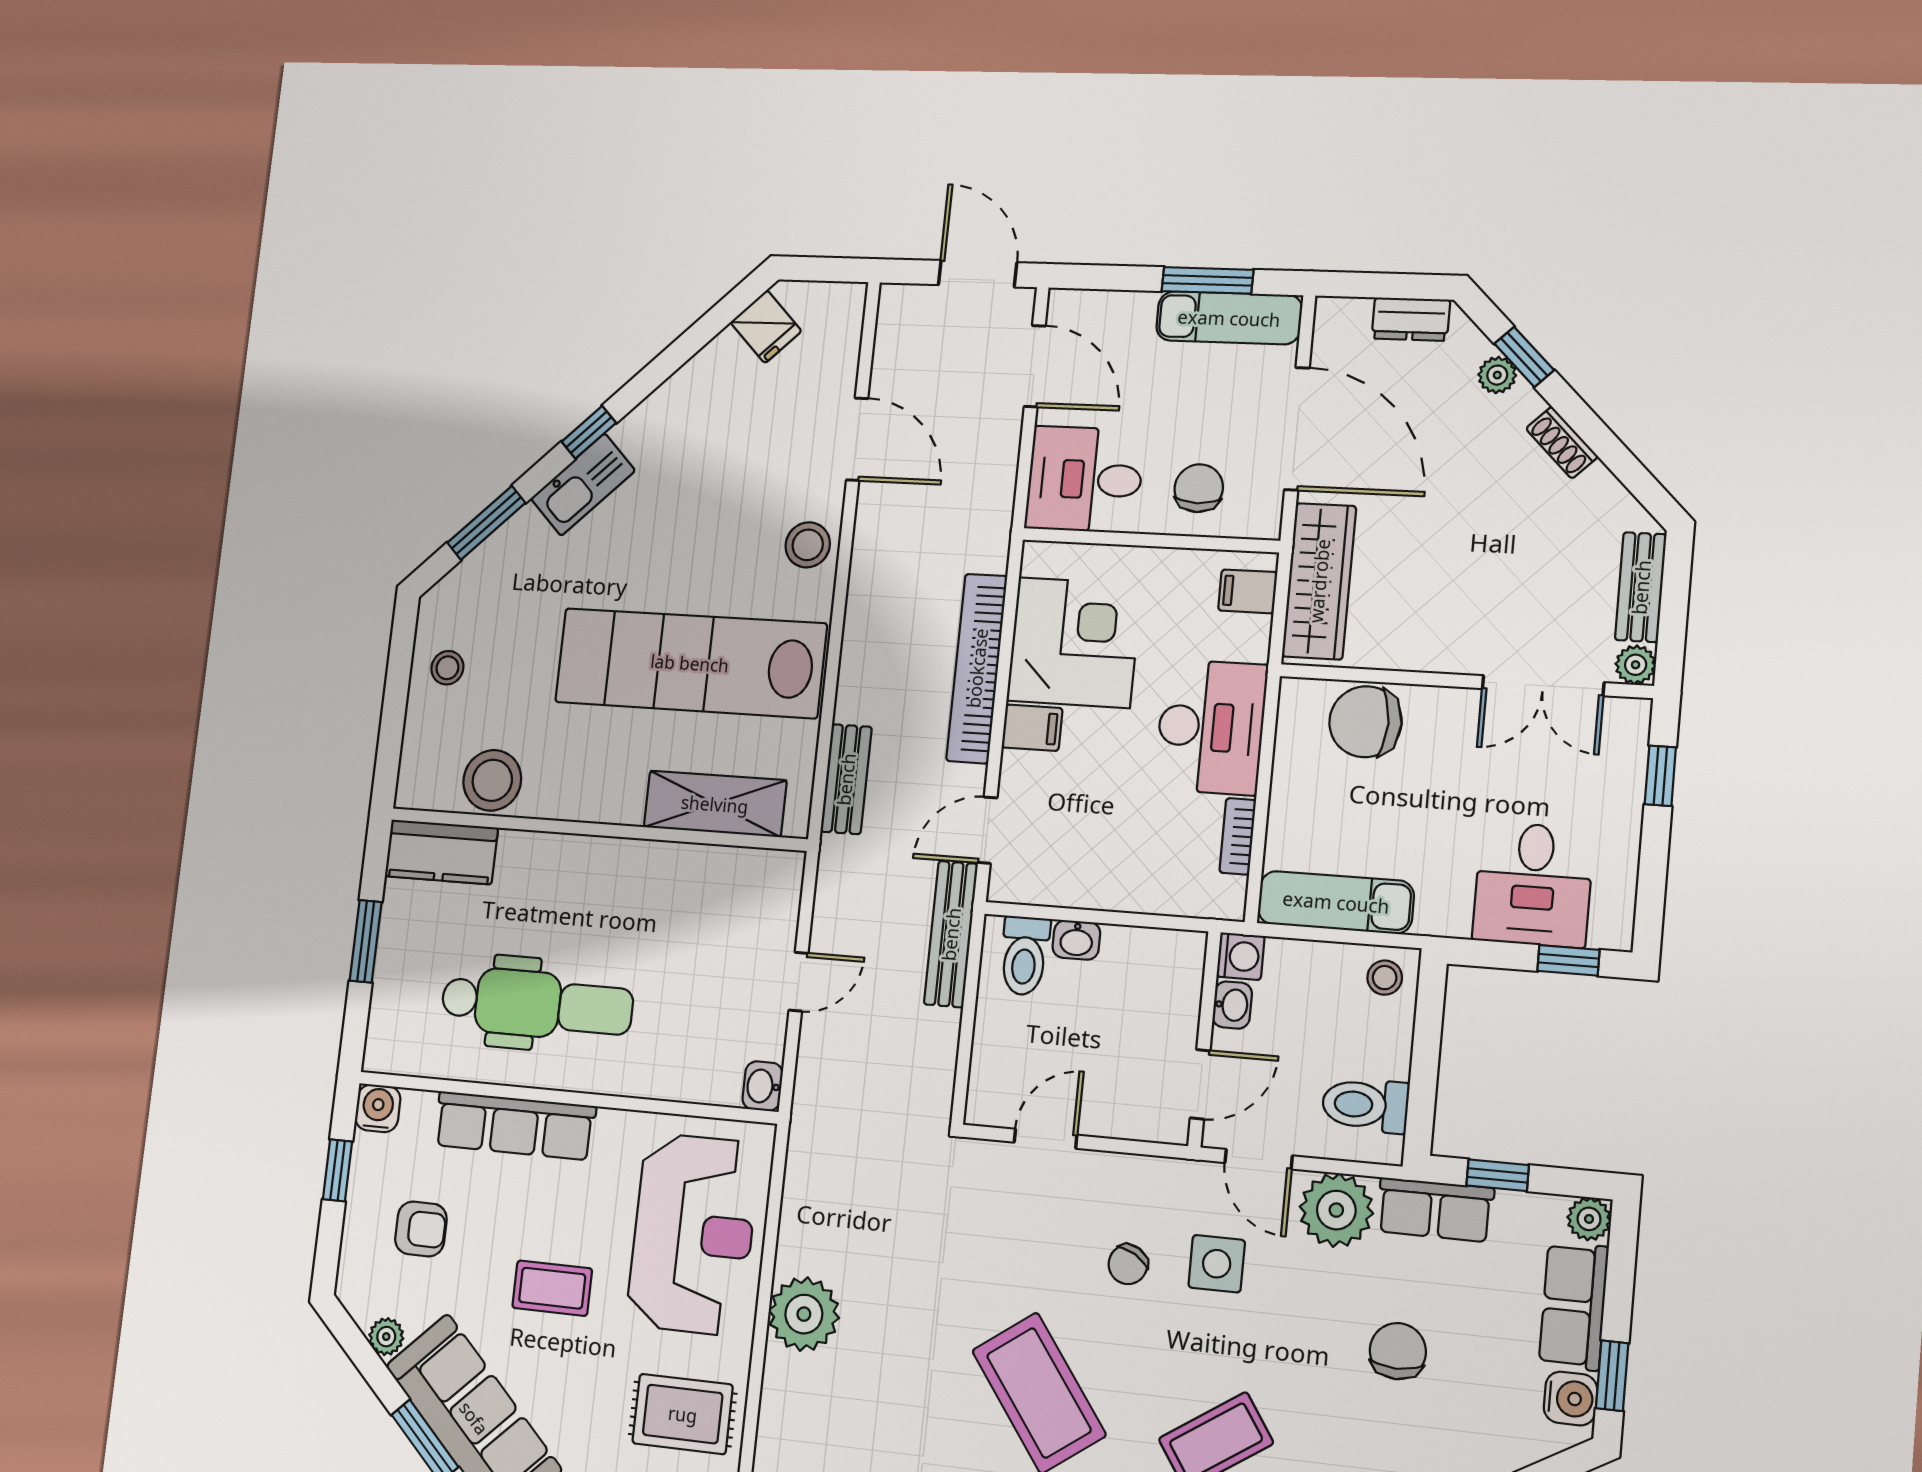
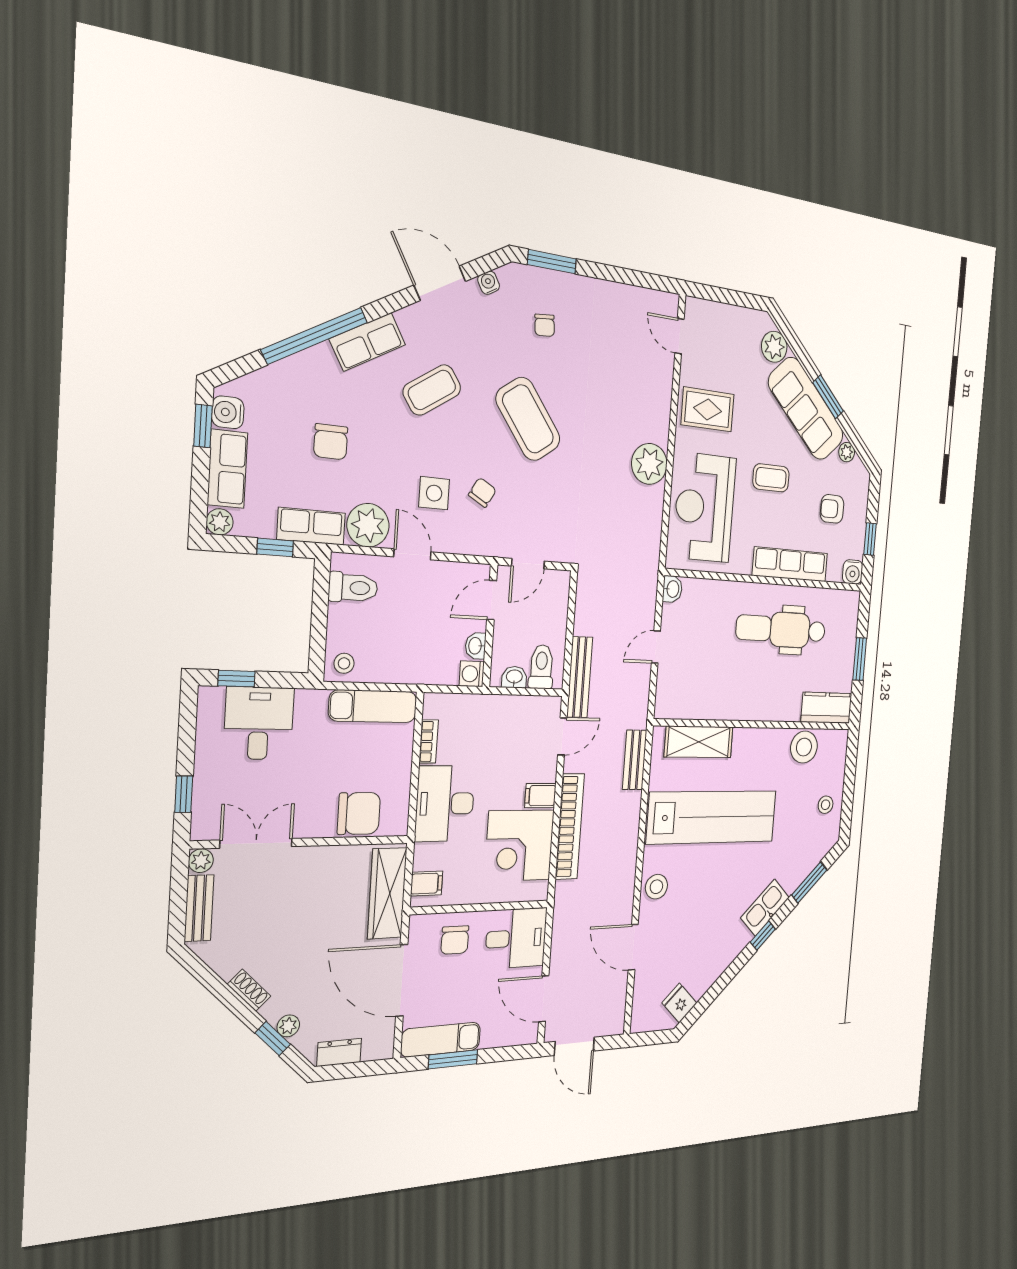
washing machine: (1241, 956) -> (472, 674), moved
washbasin: (1232, 1005) -> (476, 646), moved
wall: (1204, 1039) -> (490, 626), moved
door: (1200, 1084) -> (492, 600), moved

